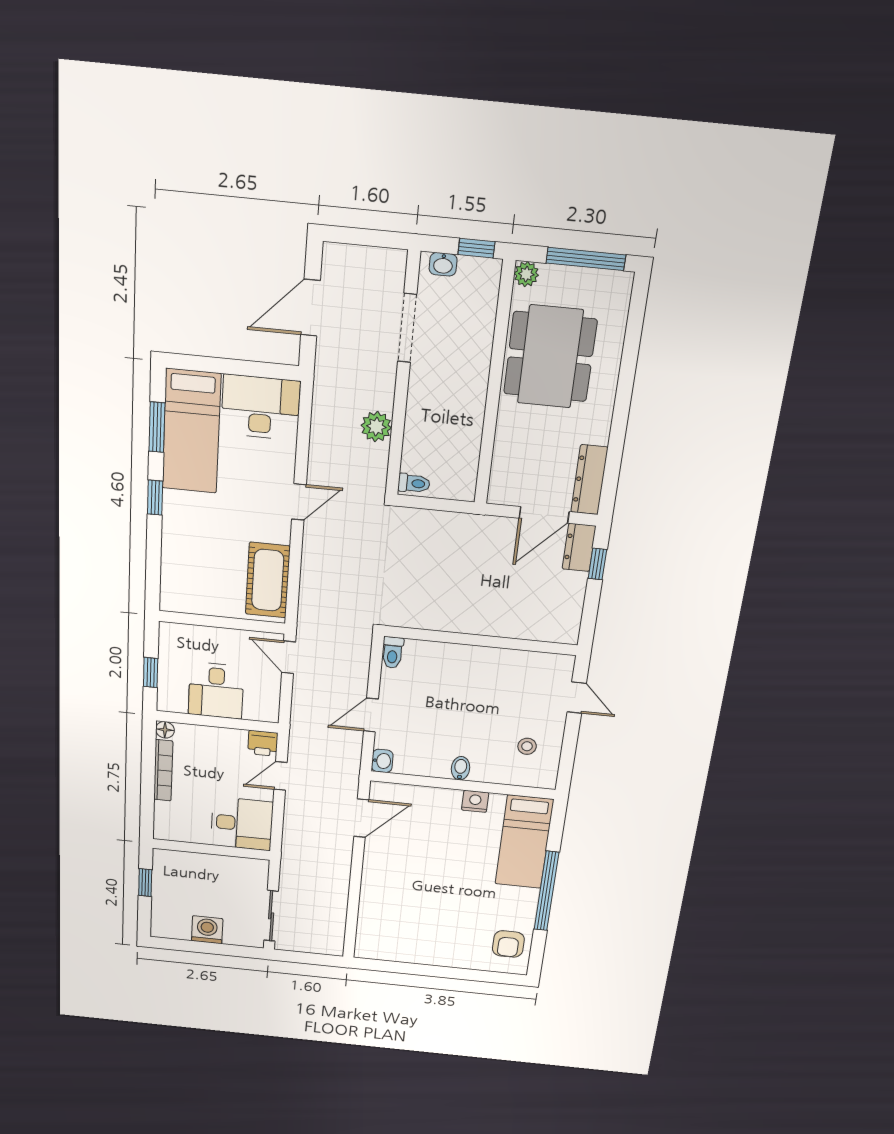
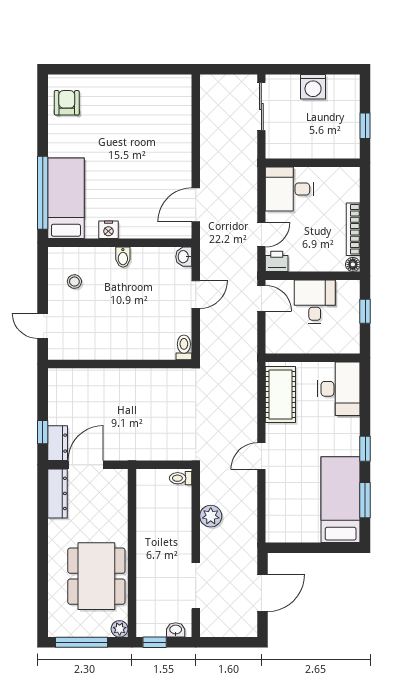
desk: (260, 407) -> (339, 389), moved, turned -90
door: (288, 657) -> (261, 298), moved
window: (547, 891) -> (43, 193), moved

